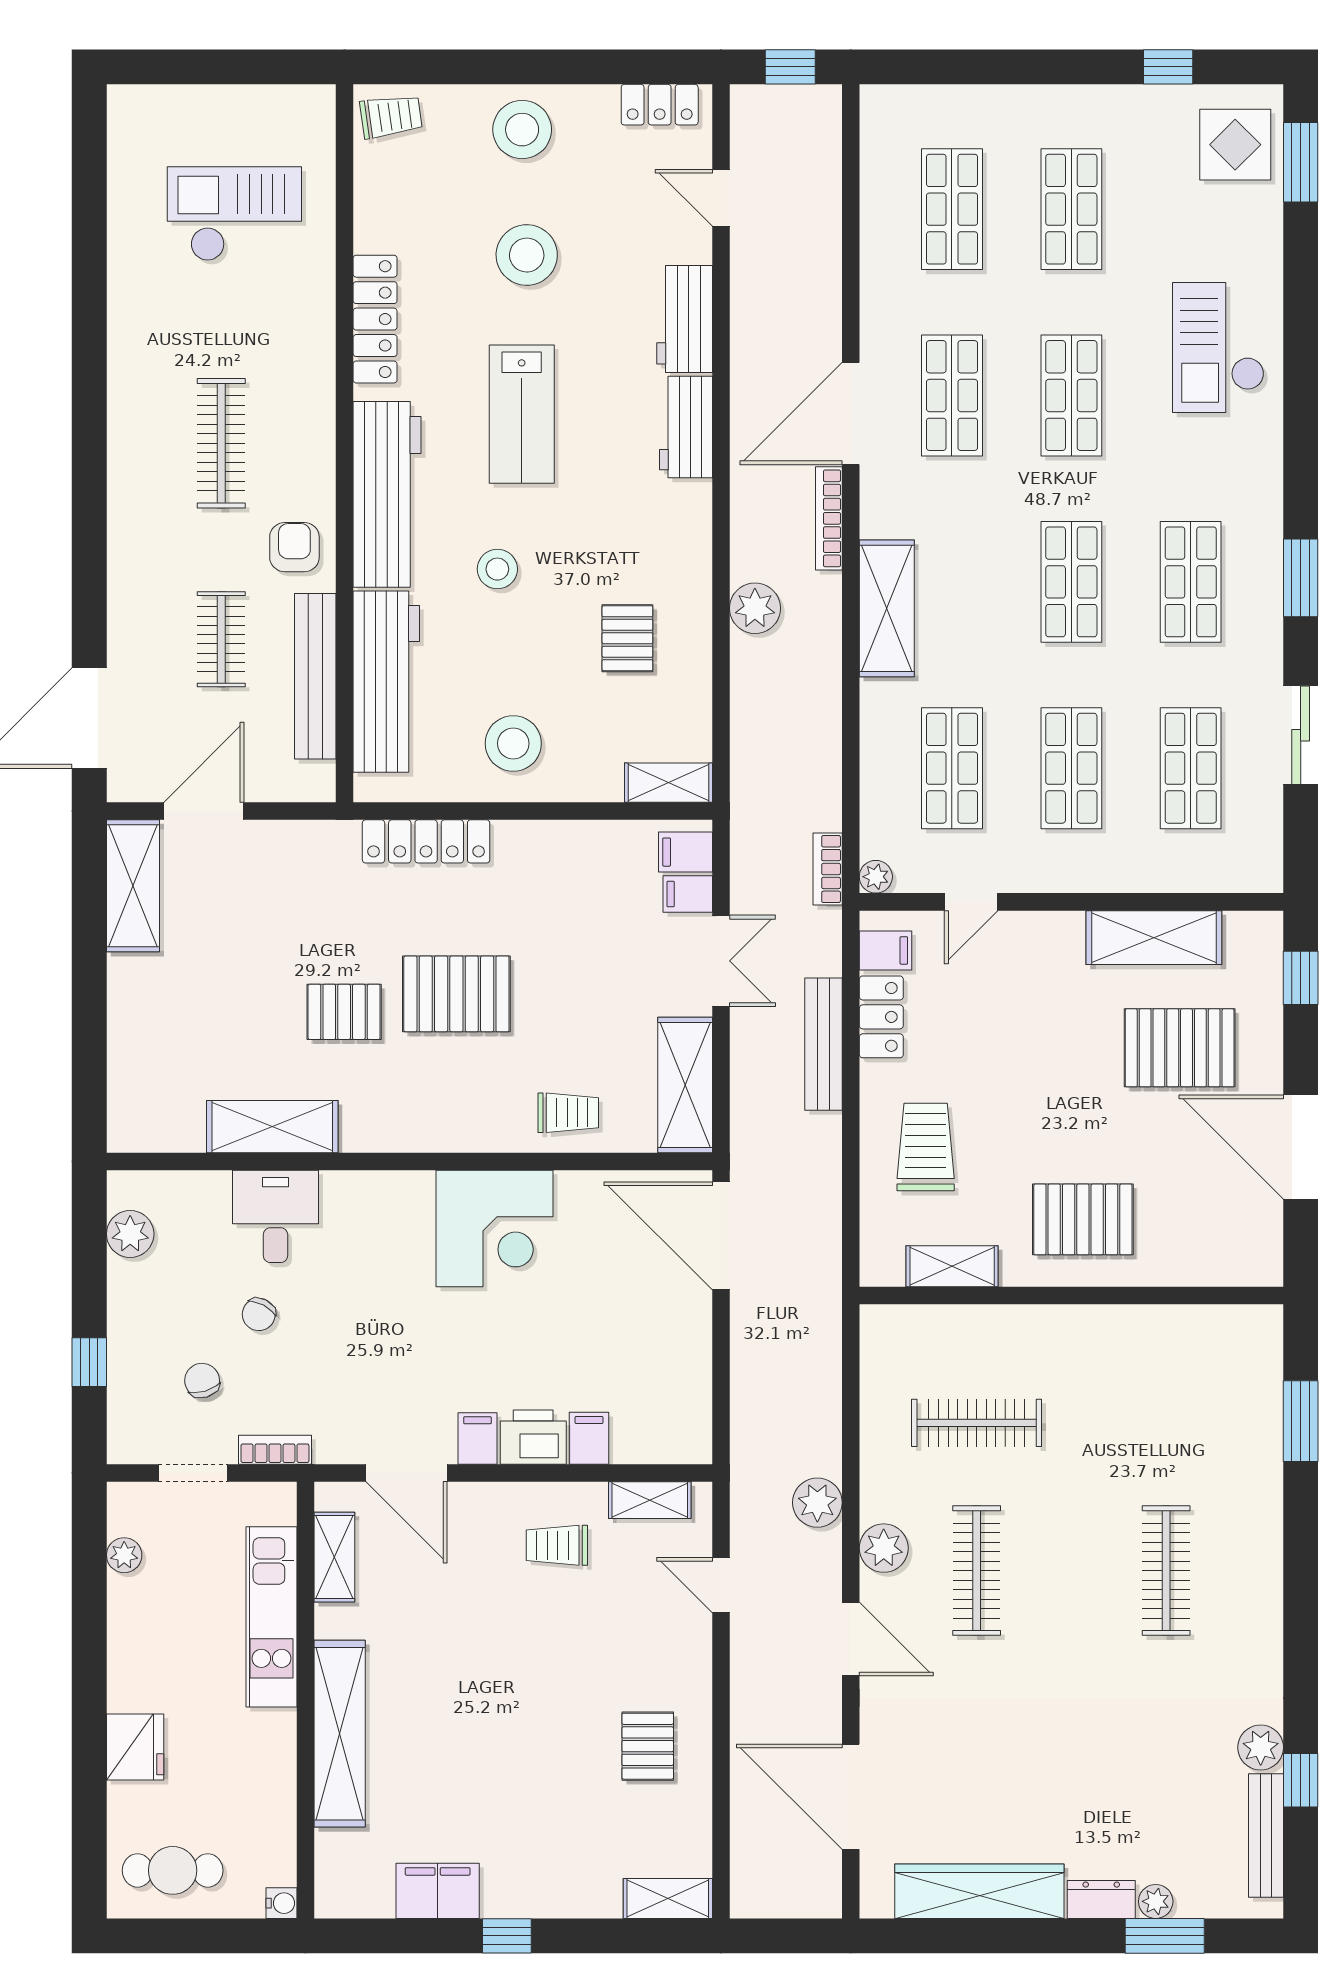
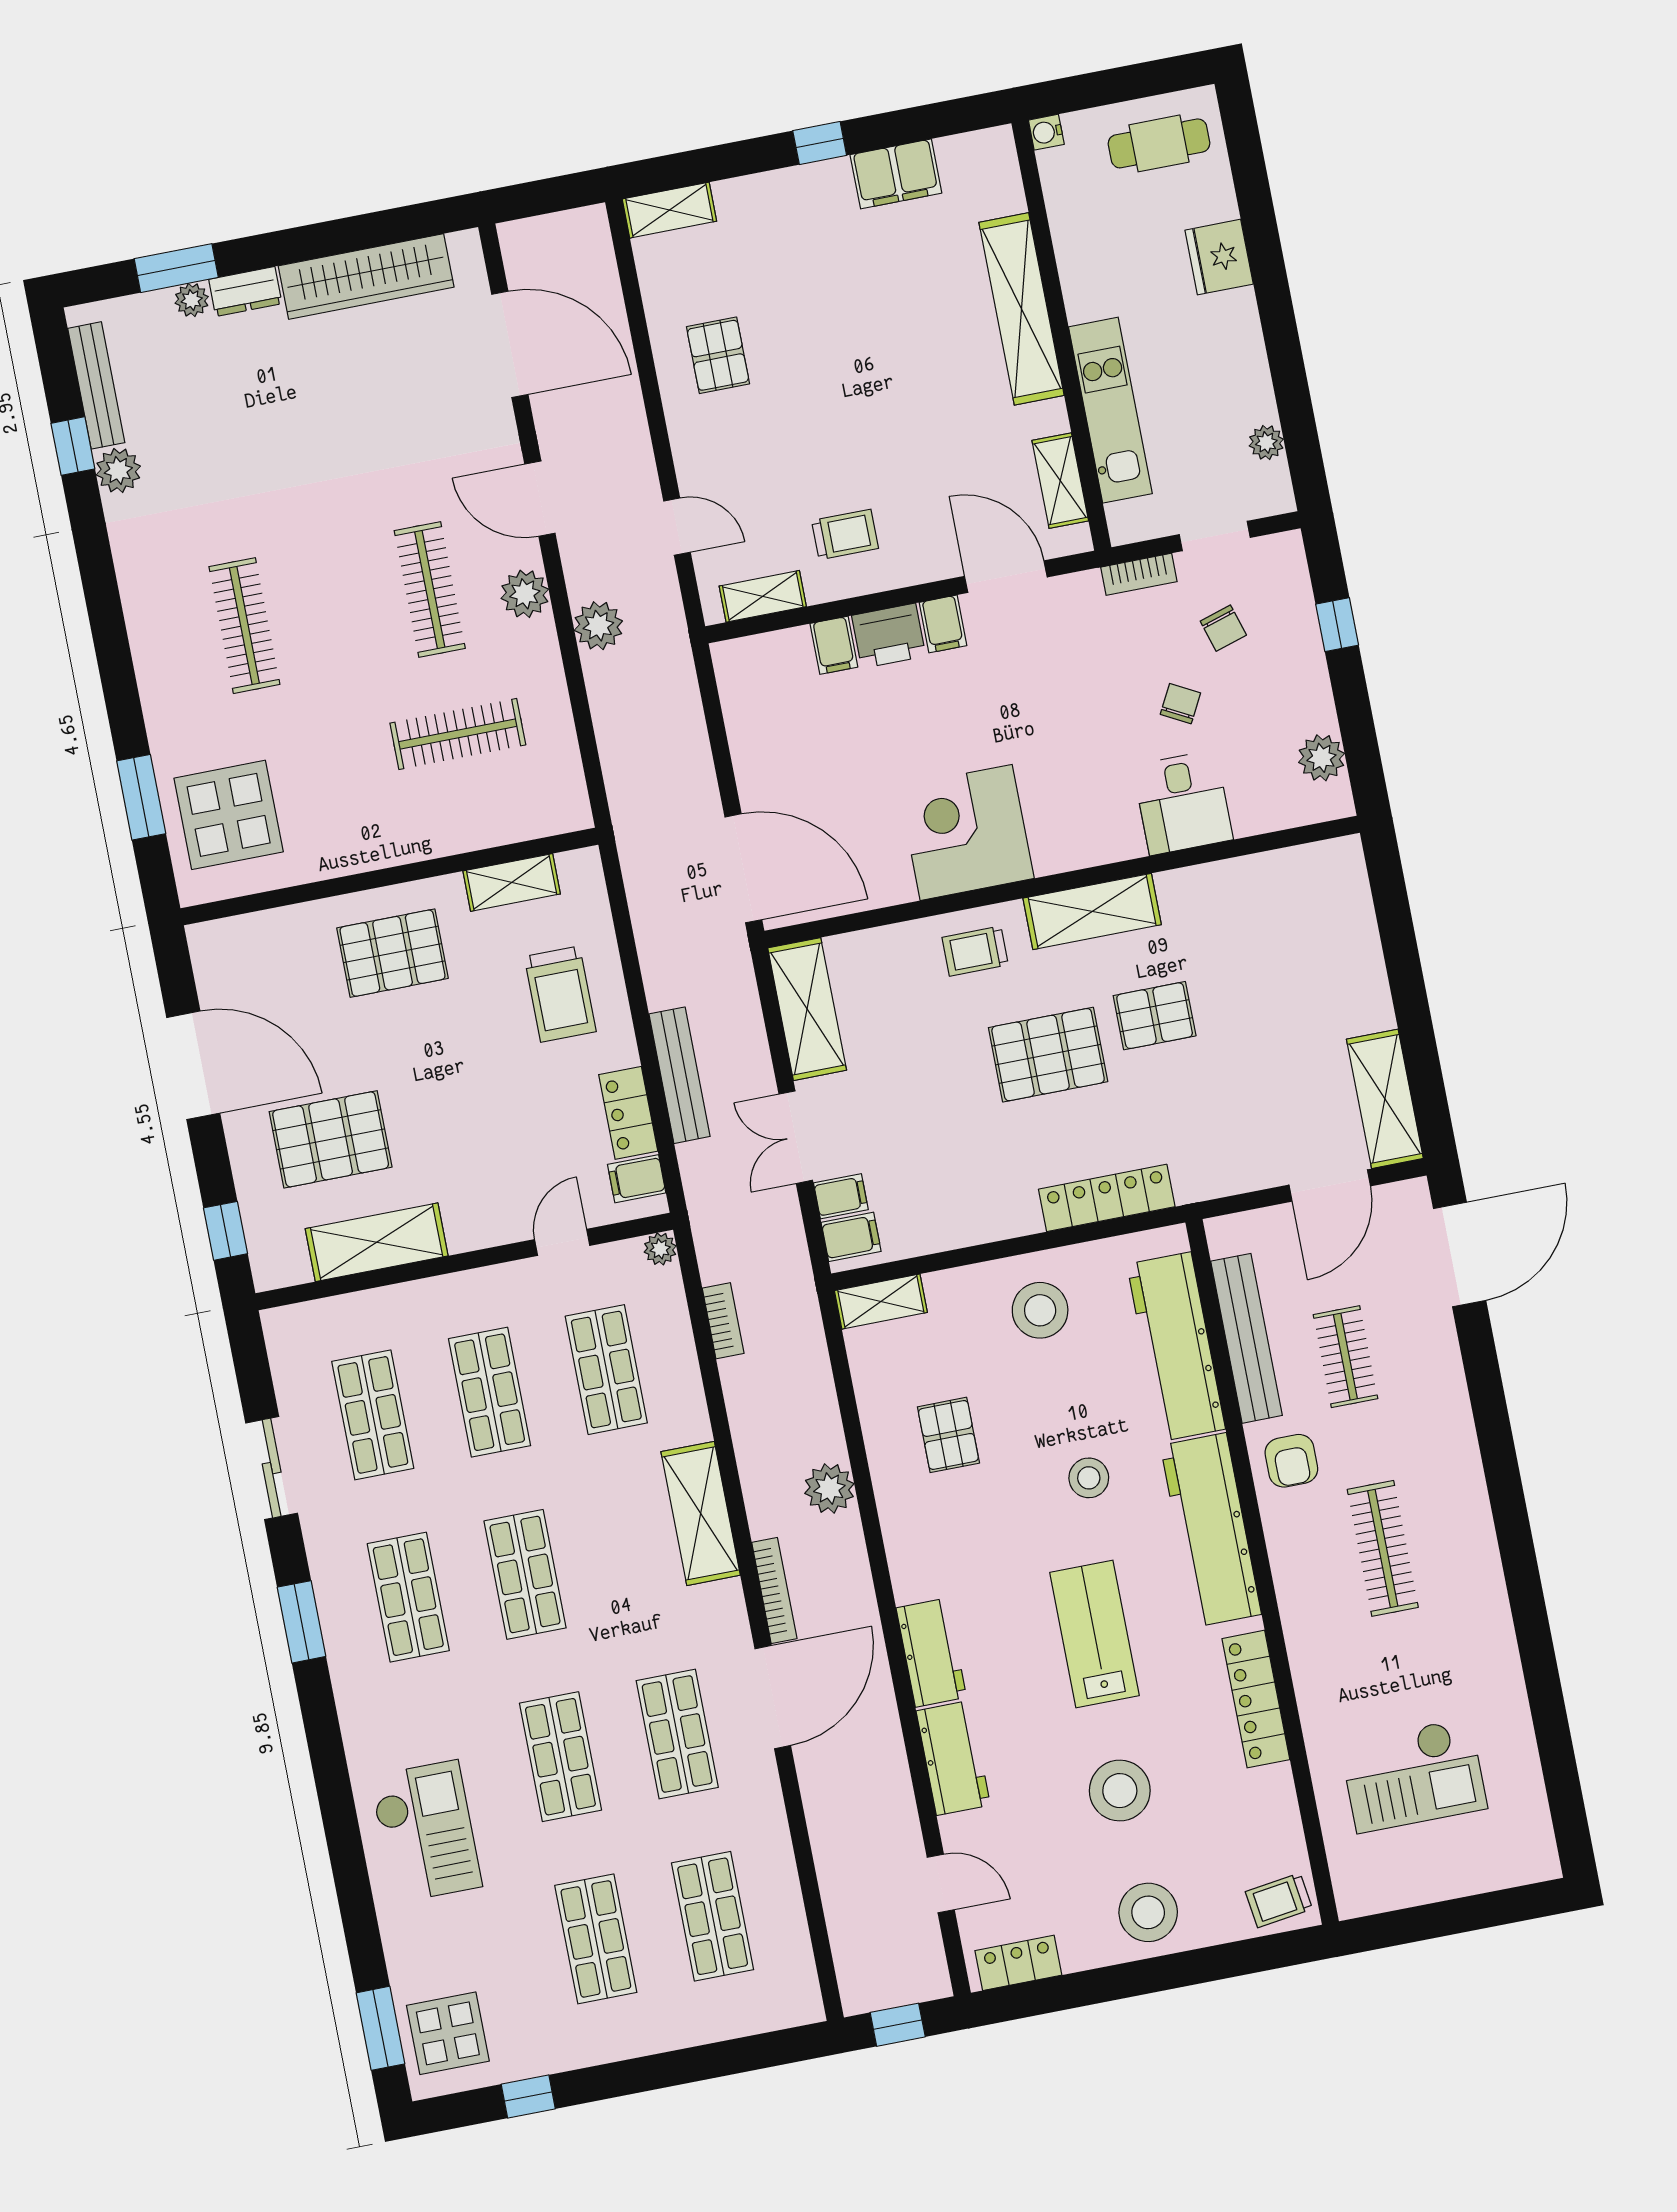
bookcase: (828, 869) -> (723, 1321), moved
trolley: (568, 1113) -> (975, 951), moved
shelving: (272, 1127) -> (1092, 911), moved
display table: (1218, 1387) -> (229, 815), added

